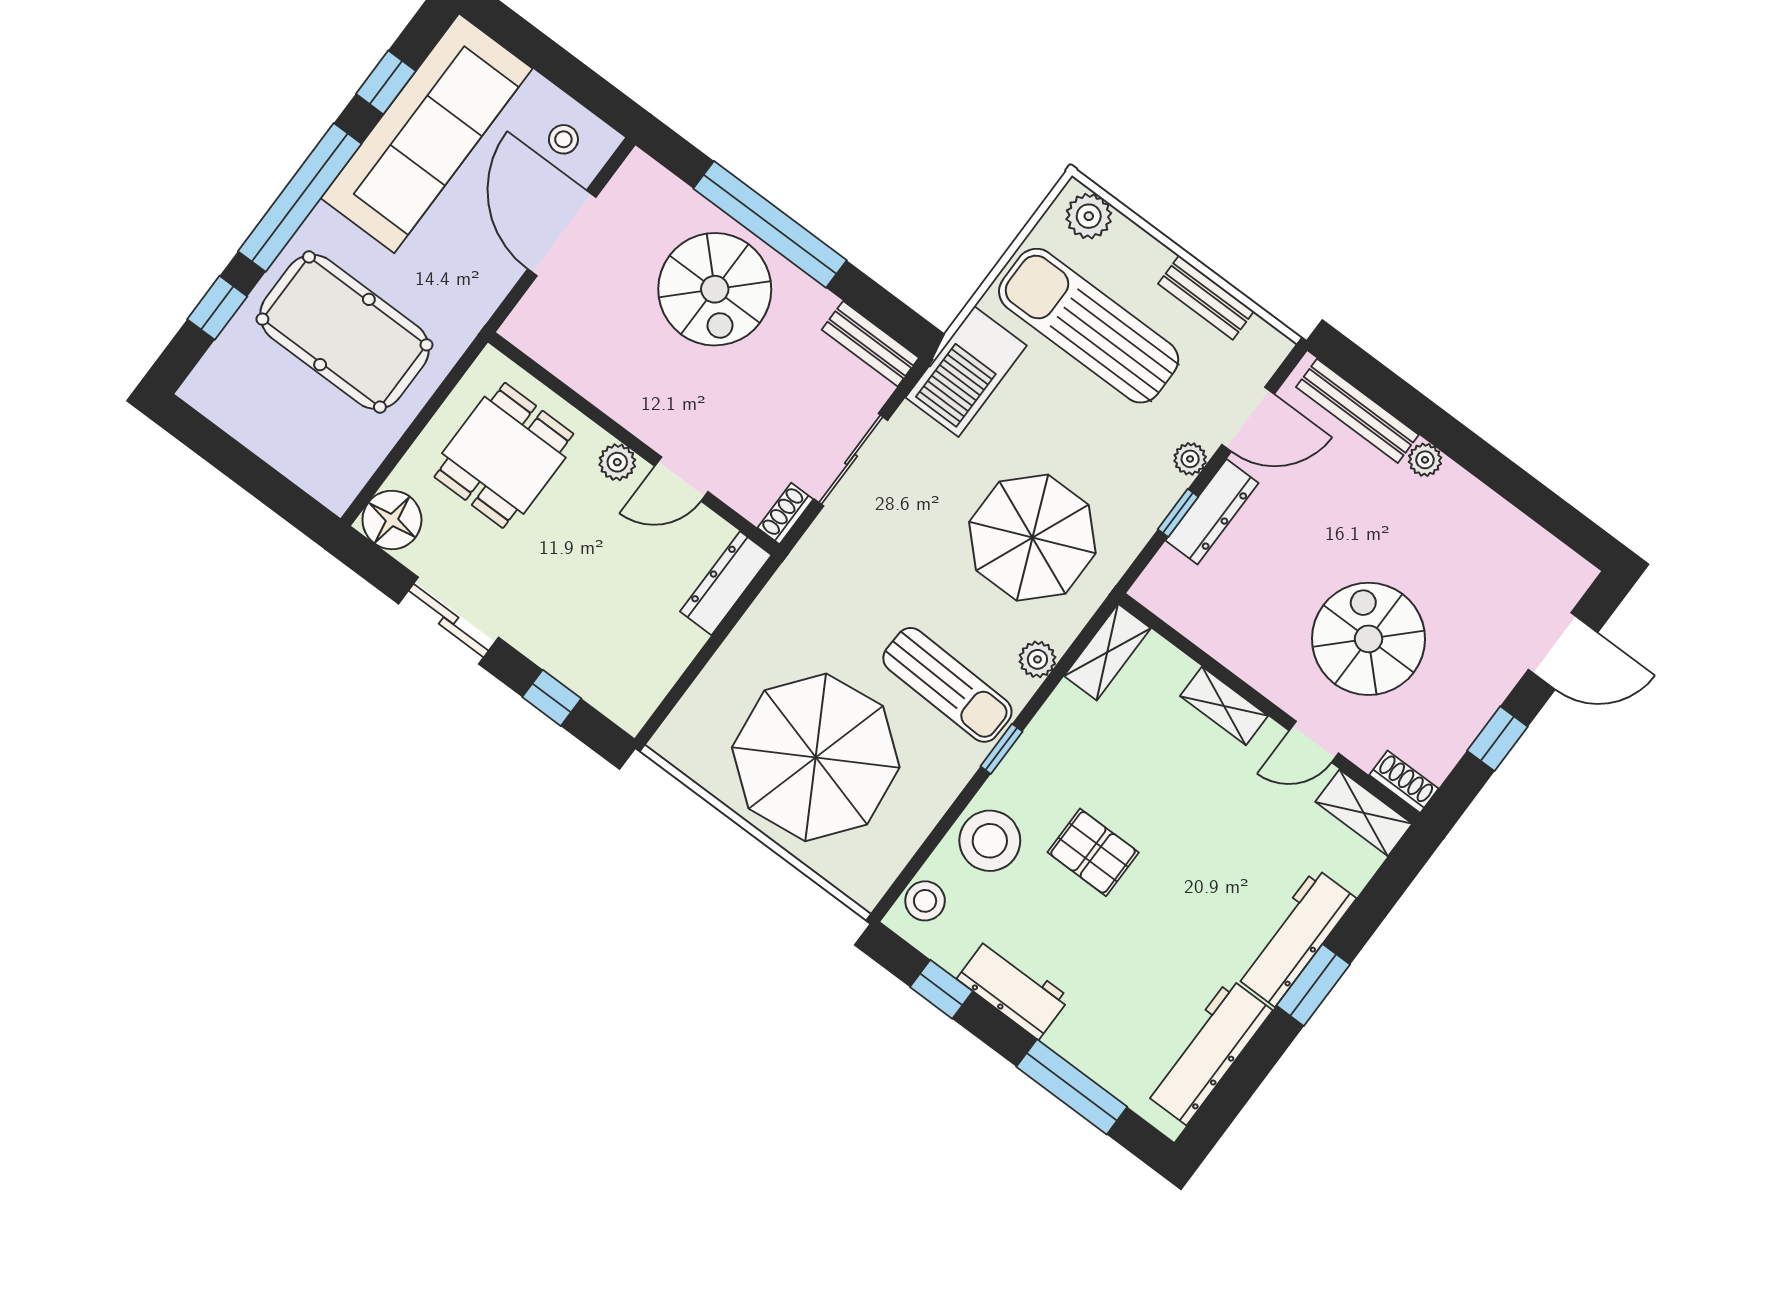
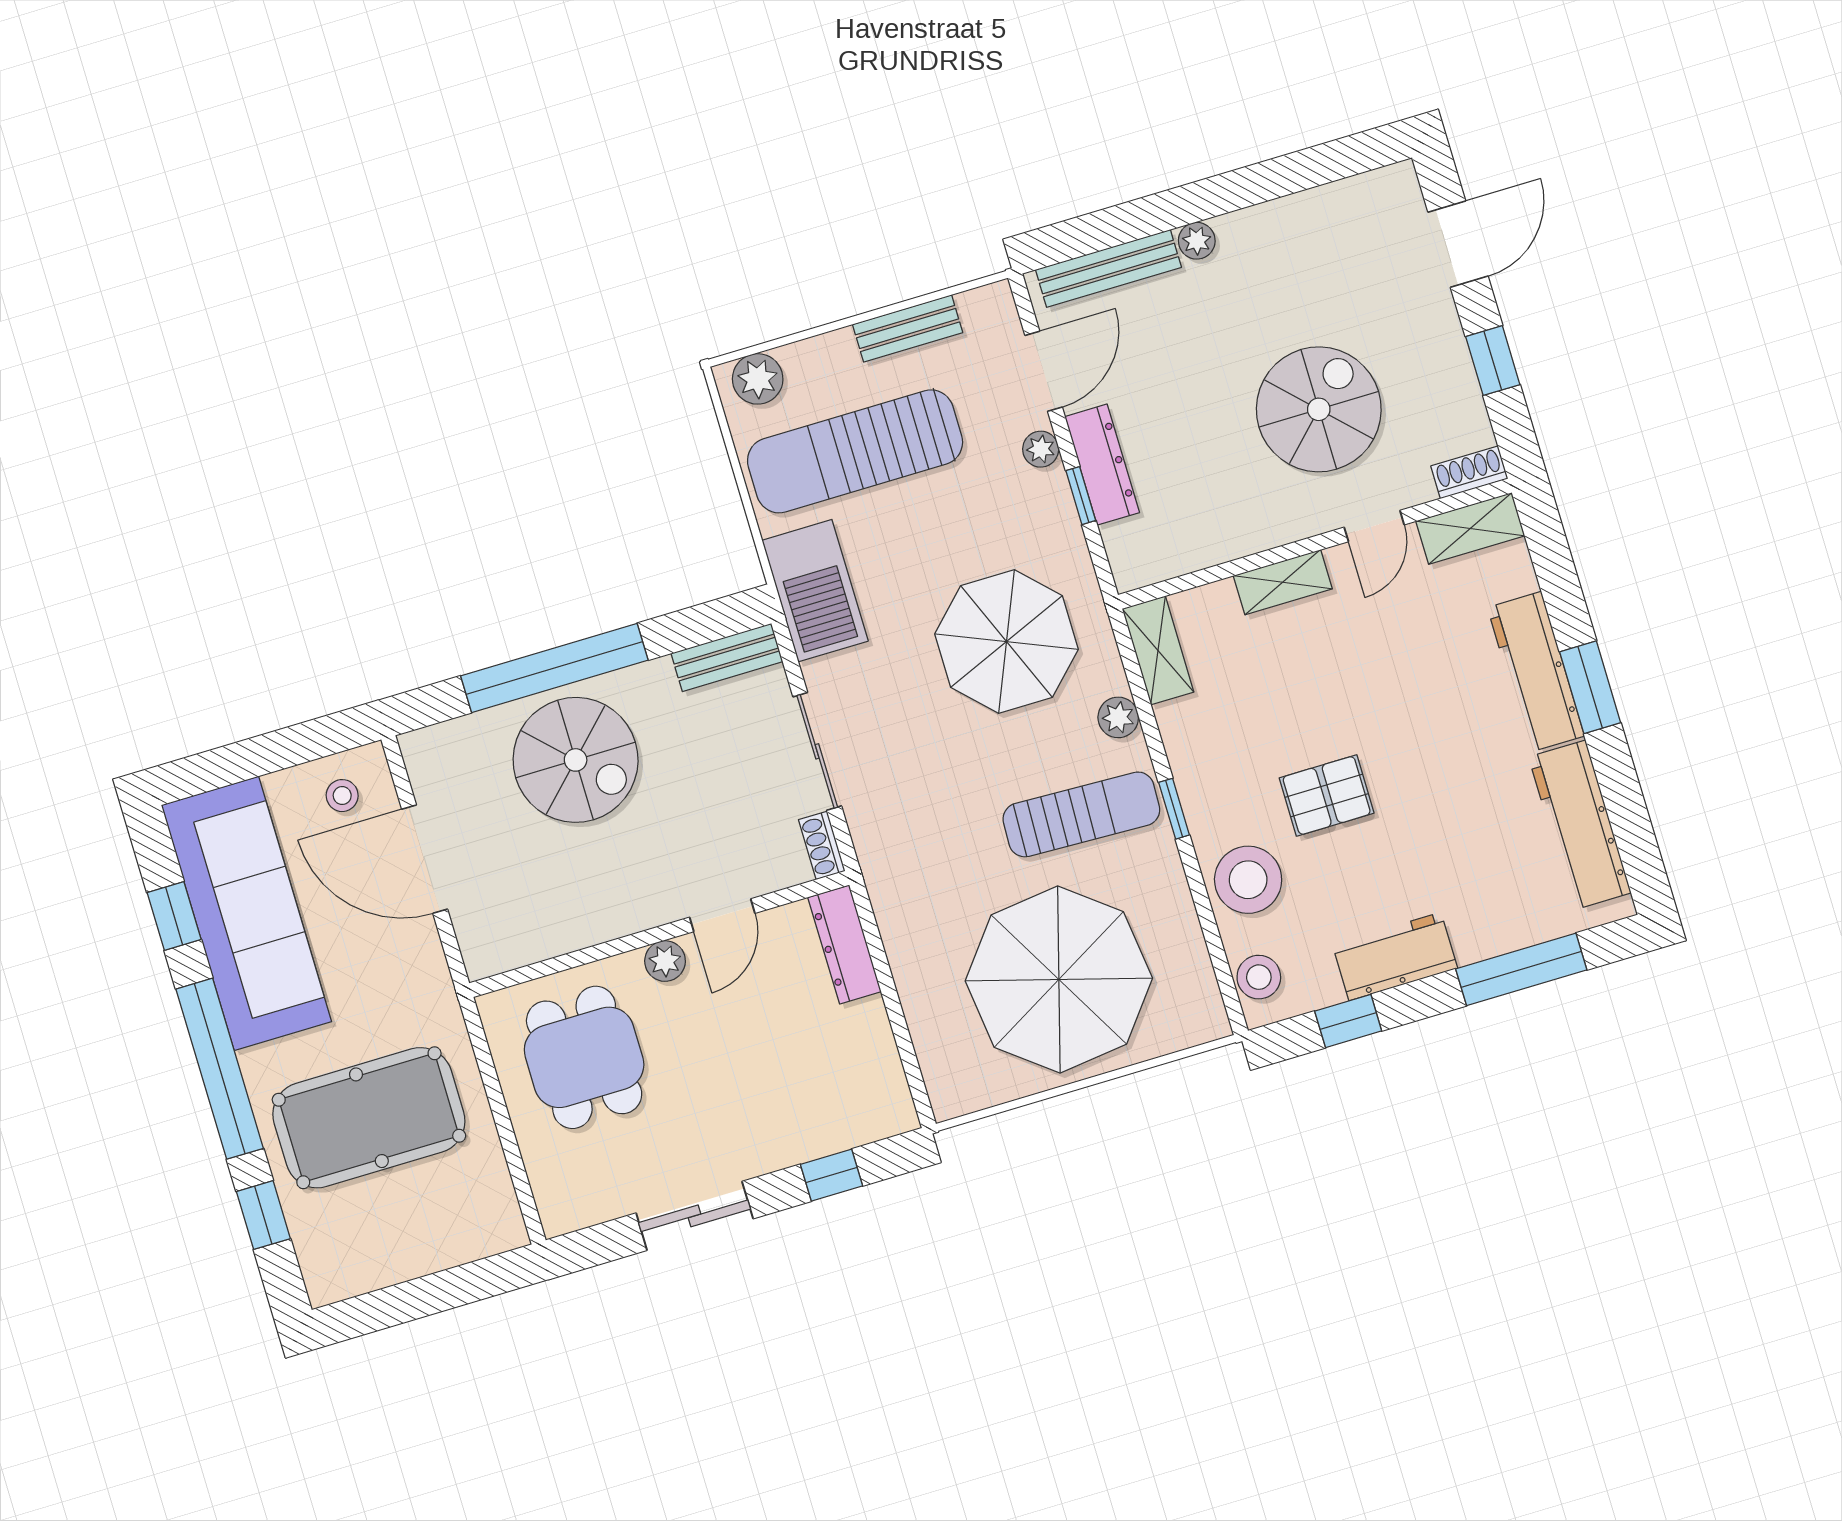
floor lamp: (392, 520) -> (568, 1200), removed
spiral stairs: (1368, 639) -> (1319, 409), turned 90

